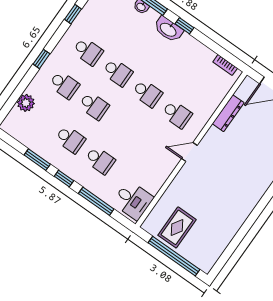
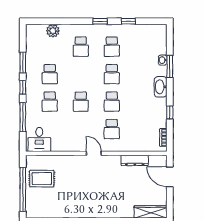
window: (184, 26) -> (170, 112), moved
window: (41, 59) -> (100, 21), moved
school desk: (94, 106) -> (81, 102), moved

